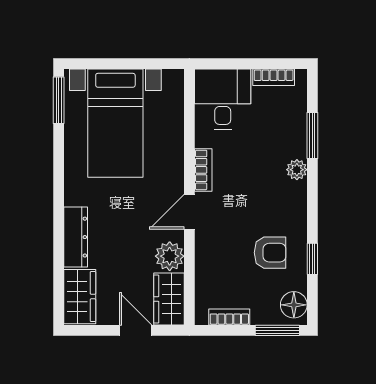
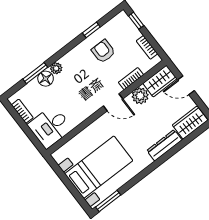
bookcase: (203, 170) -> (131, 79), moved
floor lamp: (294, 305) -> (46, 79), moved
door: (136, 330) -> (186, 85), hinge flipped
window: (277, 330) -> (136, 21), width x0.67

